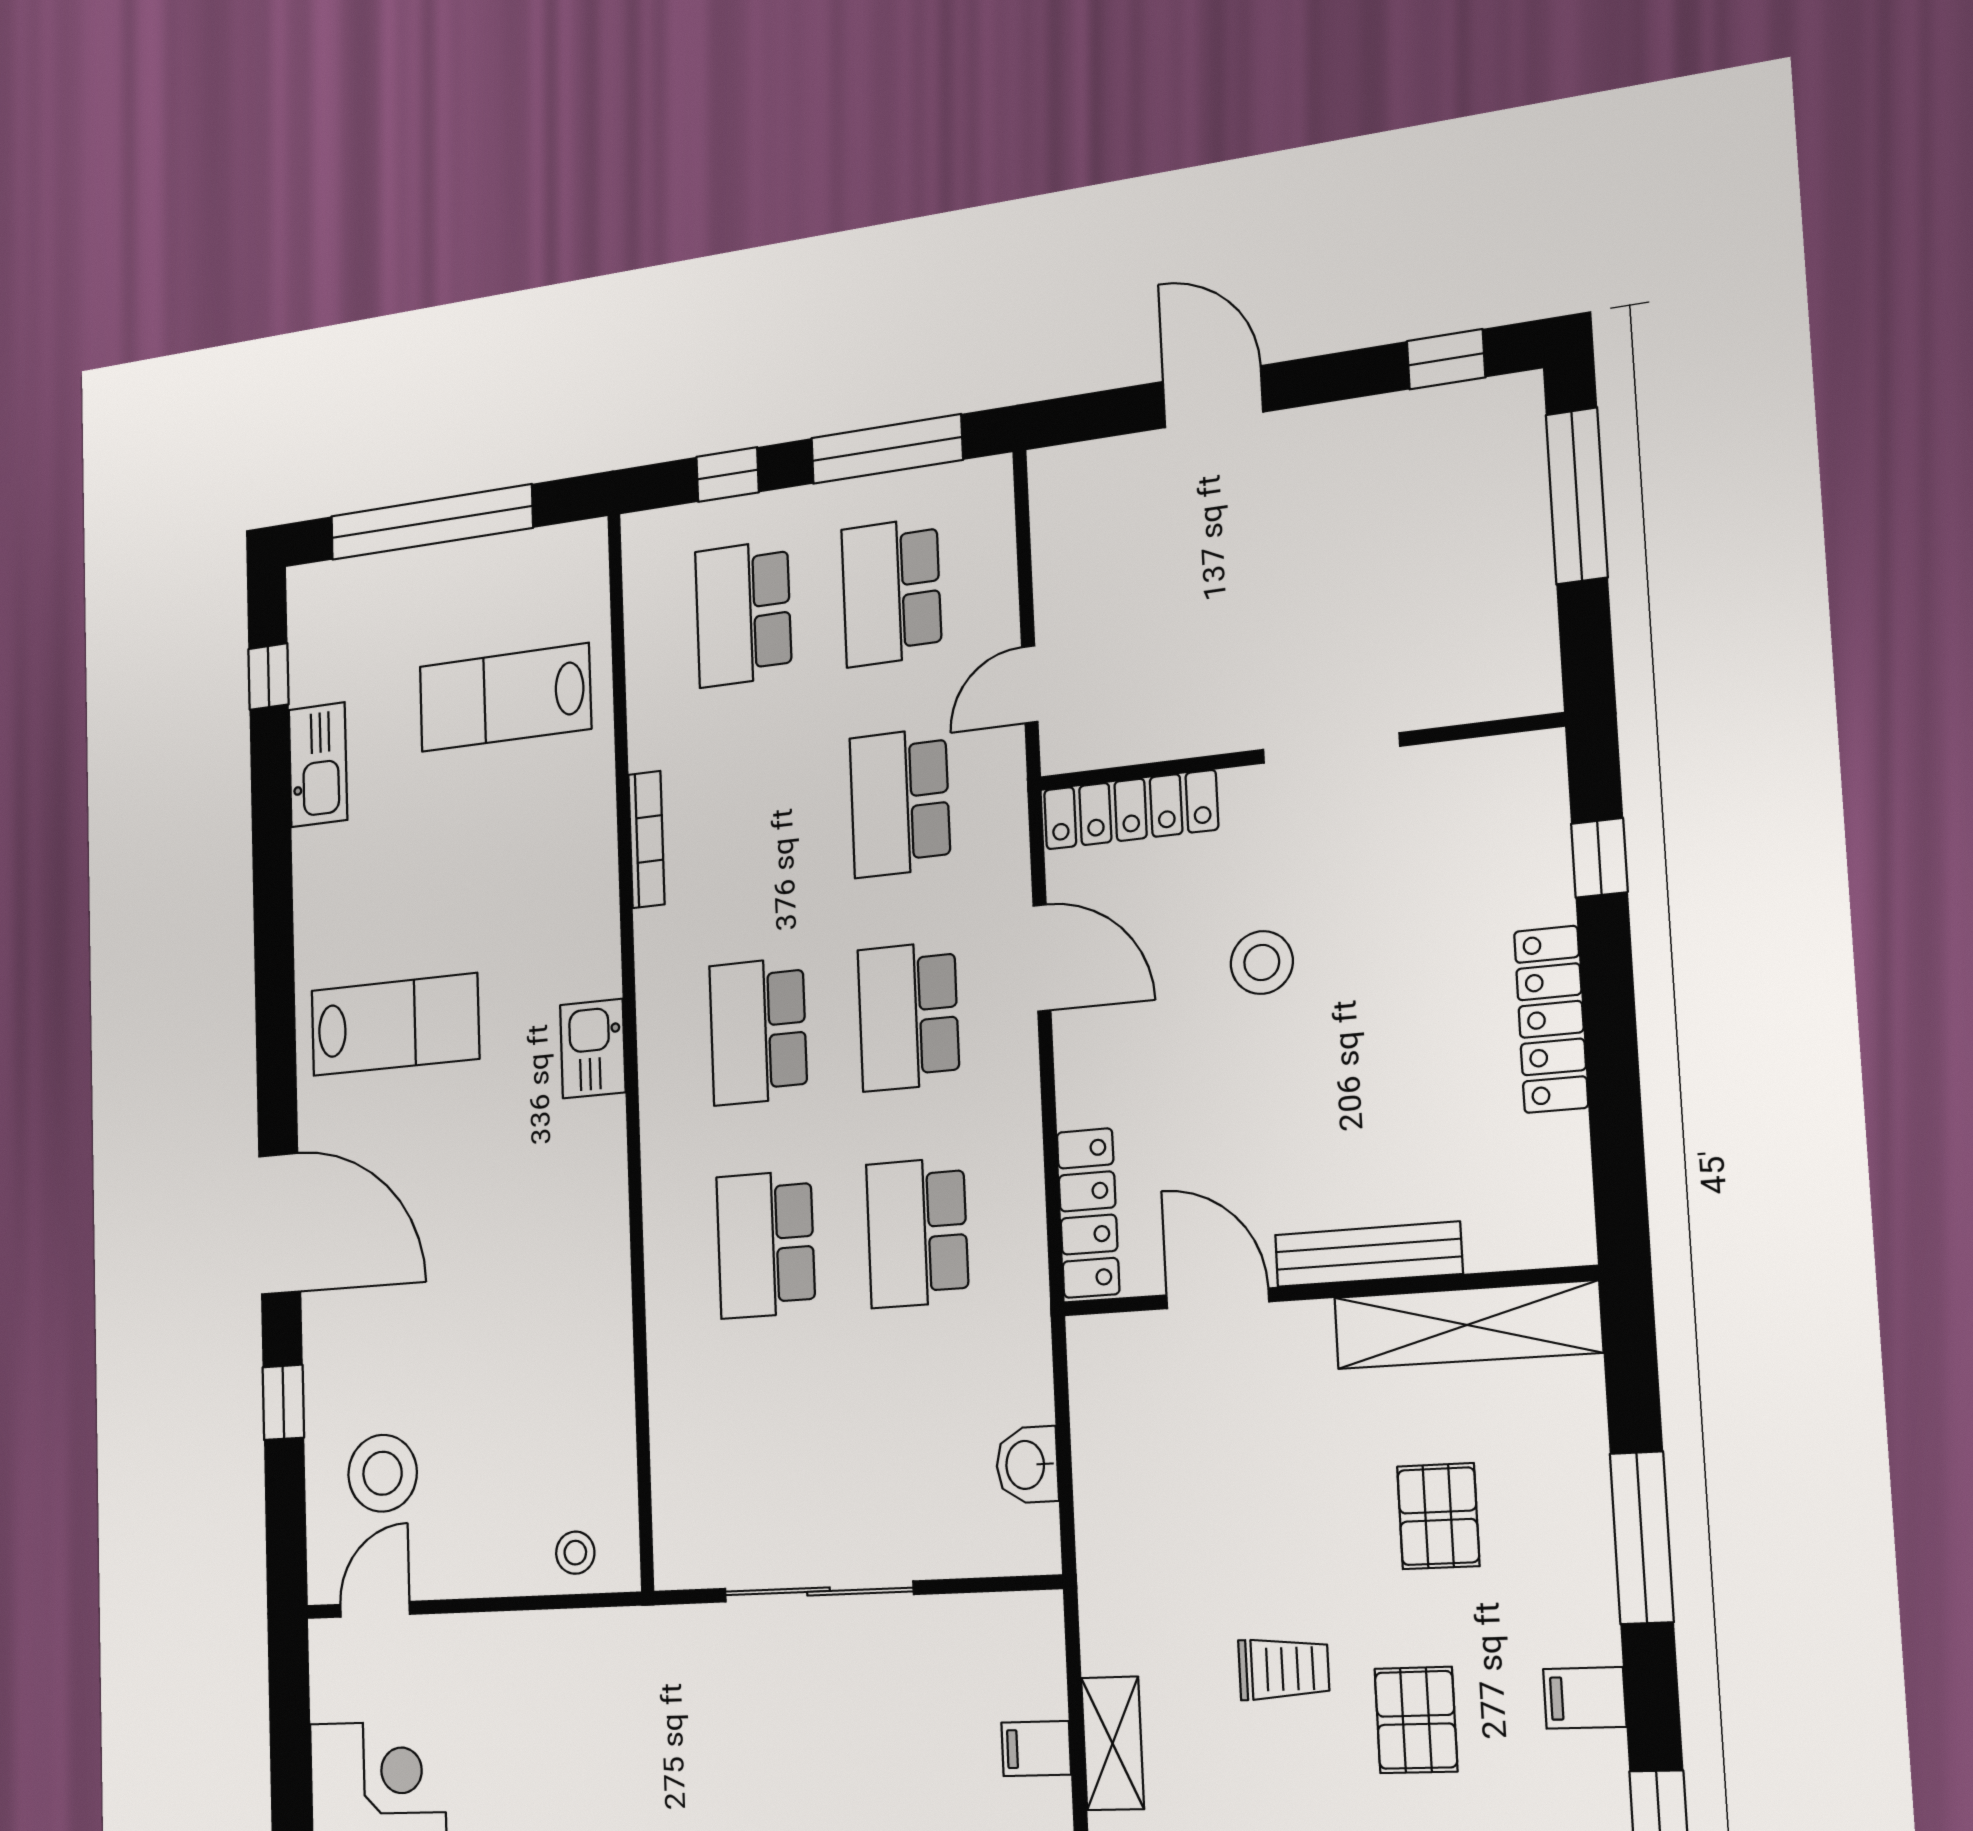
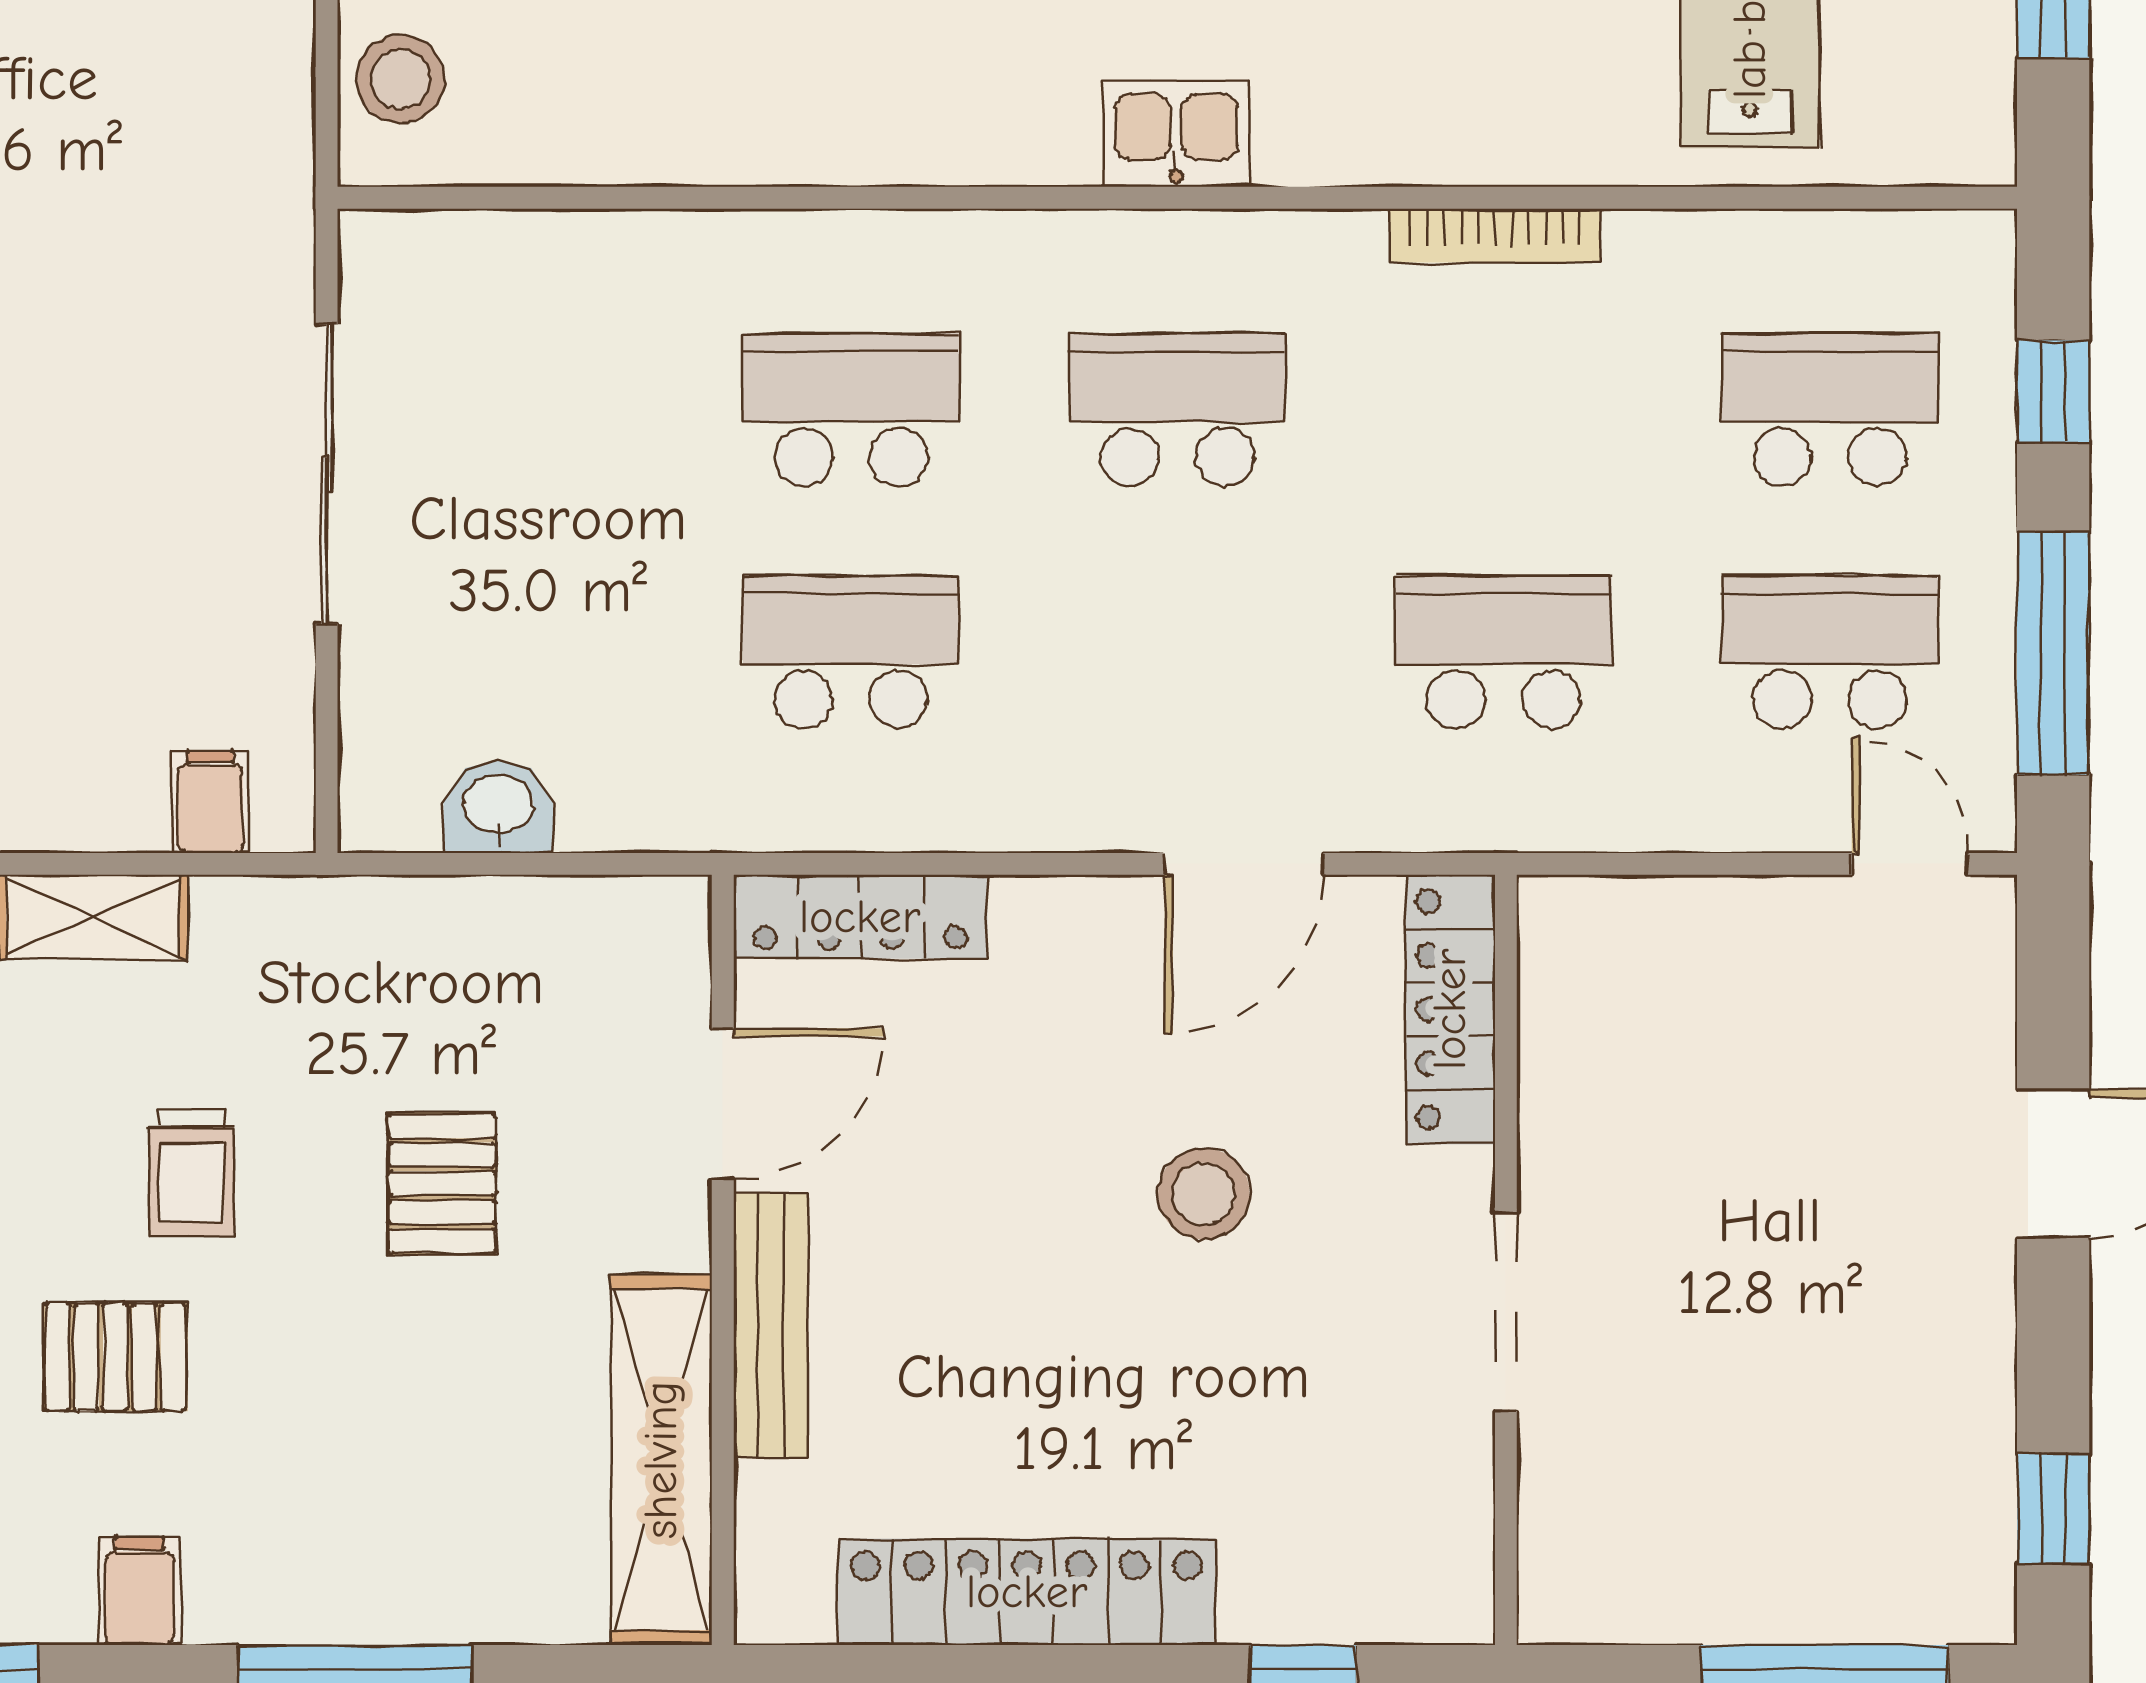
door: (1030, 684) -> (1910, 864), moved
school desk: (908, 1016) -> (1177, 652), removed
locker: (1551, 1019) -> (1027, 1592), width x1.41, depth x1.21
pallet: (1438, 1516) -> (442, 1183), moved, turned 90
stool: (575, 1553) -> (401, 79), width x1.37, depth x1.37
filing cabinet: (1036, 1749) -> (210, 802), moved

